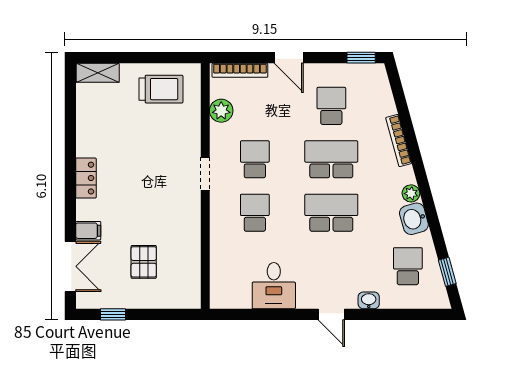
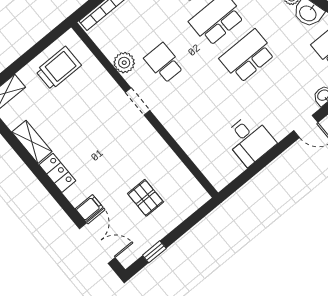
plant: (221, 111) -> (124, 63), moved
shelving: (86, 133) -> (32, 142), added
school desk: (255, 213) -> (194, 100), removed

